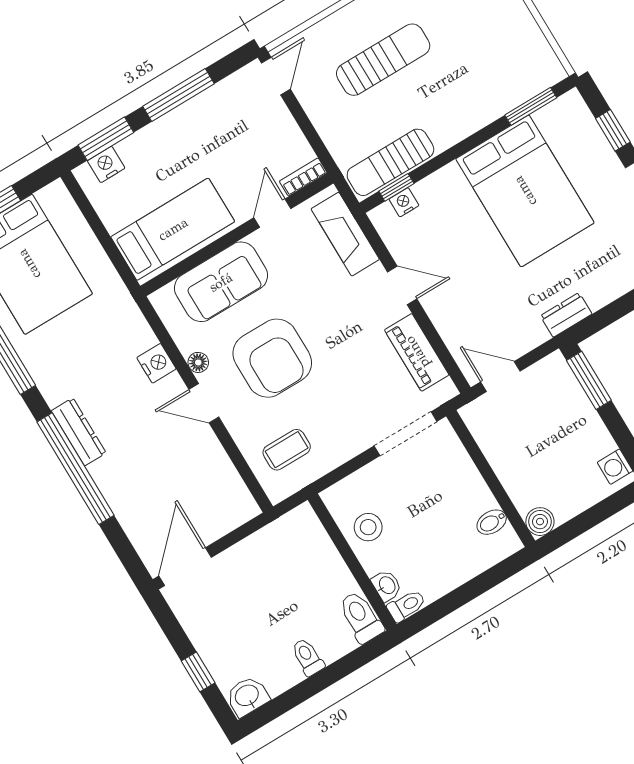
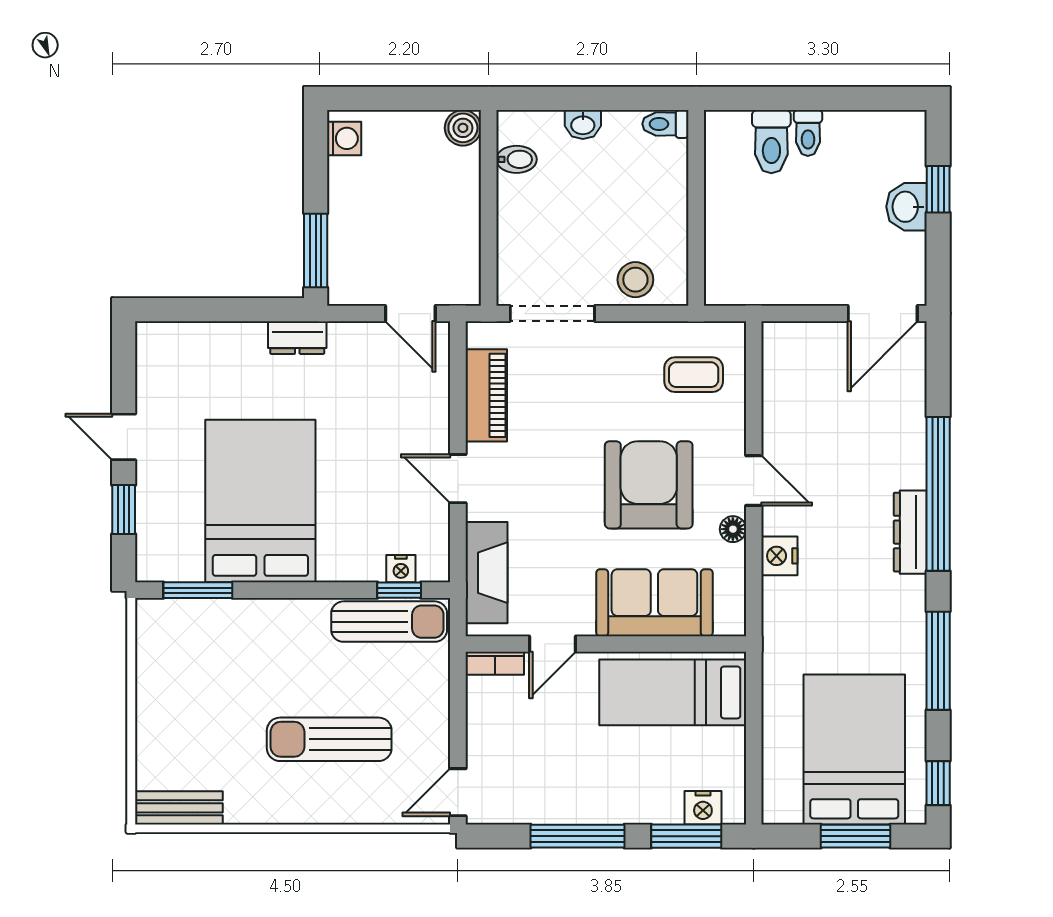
stool: (368, 527) -> (635, 280), moved
washbasin: (387, 586) -> (583, 124), moved, turned -90
toilet: (361, 617) -> (771, 142), moved
washbasin: (247, 696) -> (906, 207), moved, turned 90

